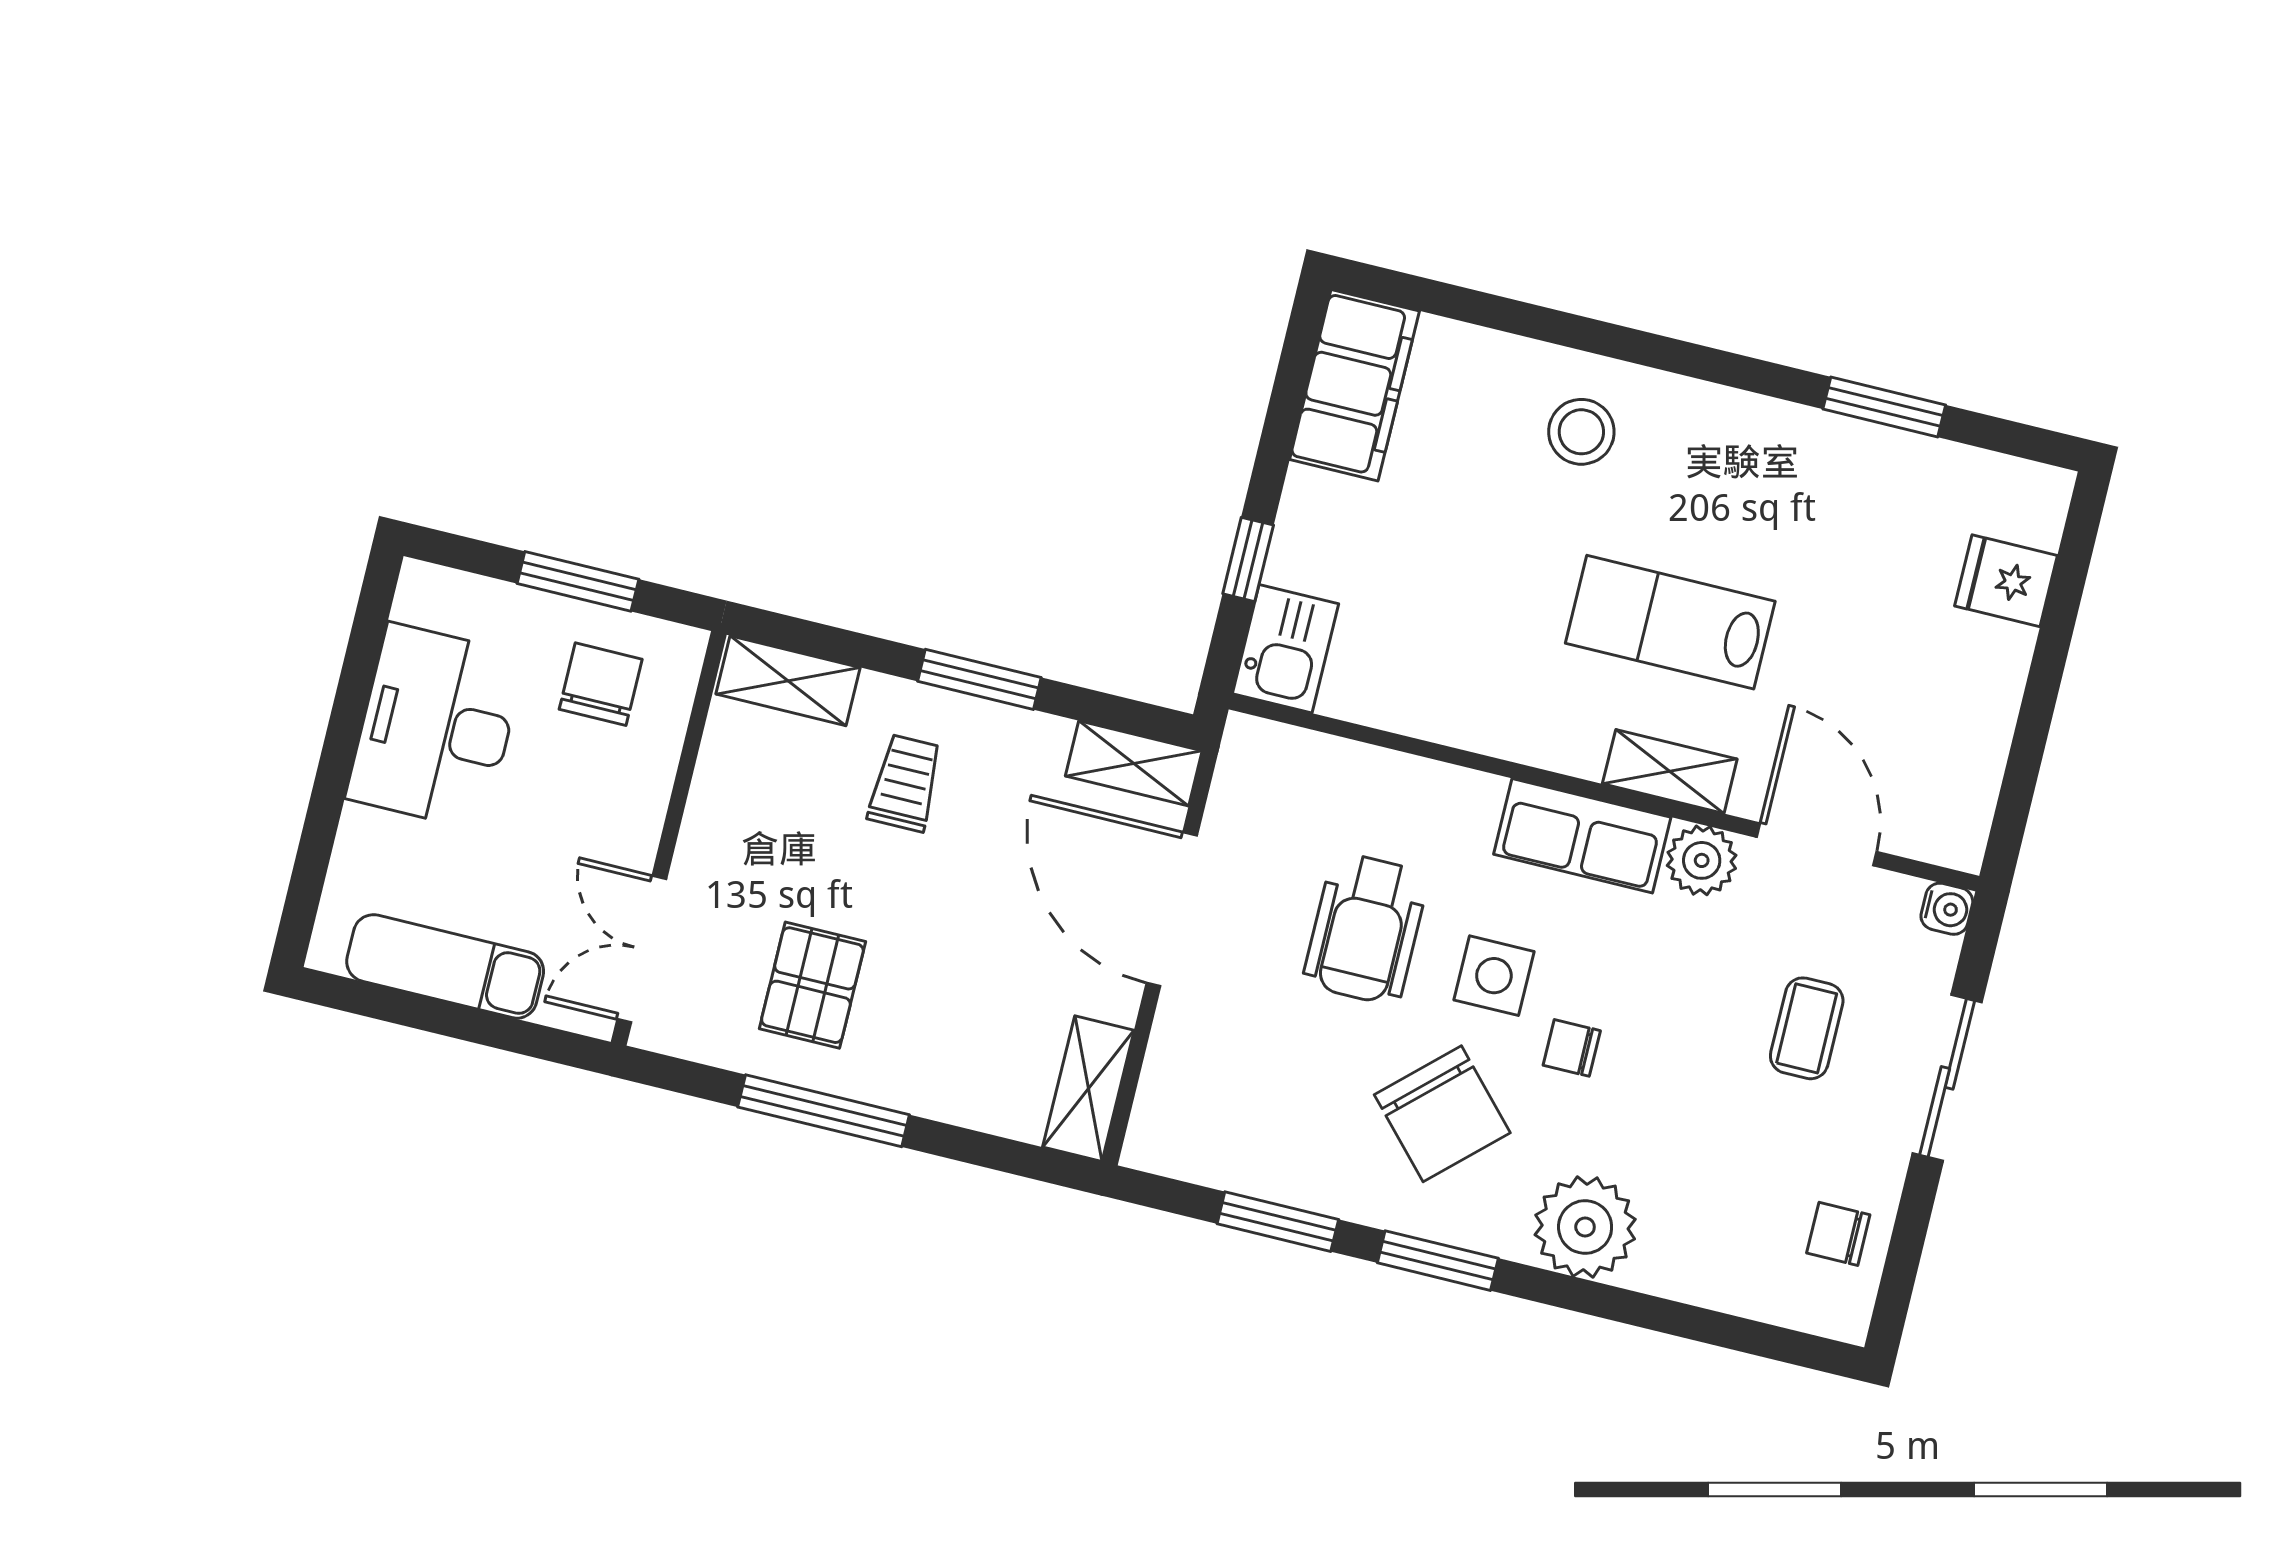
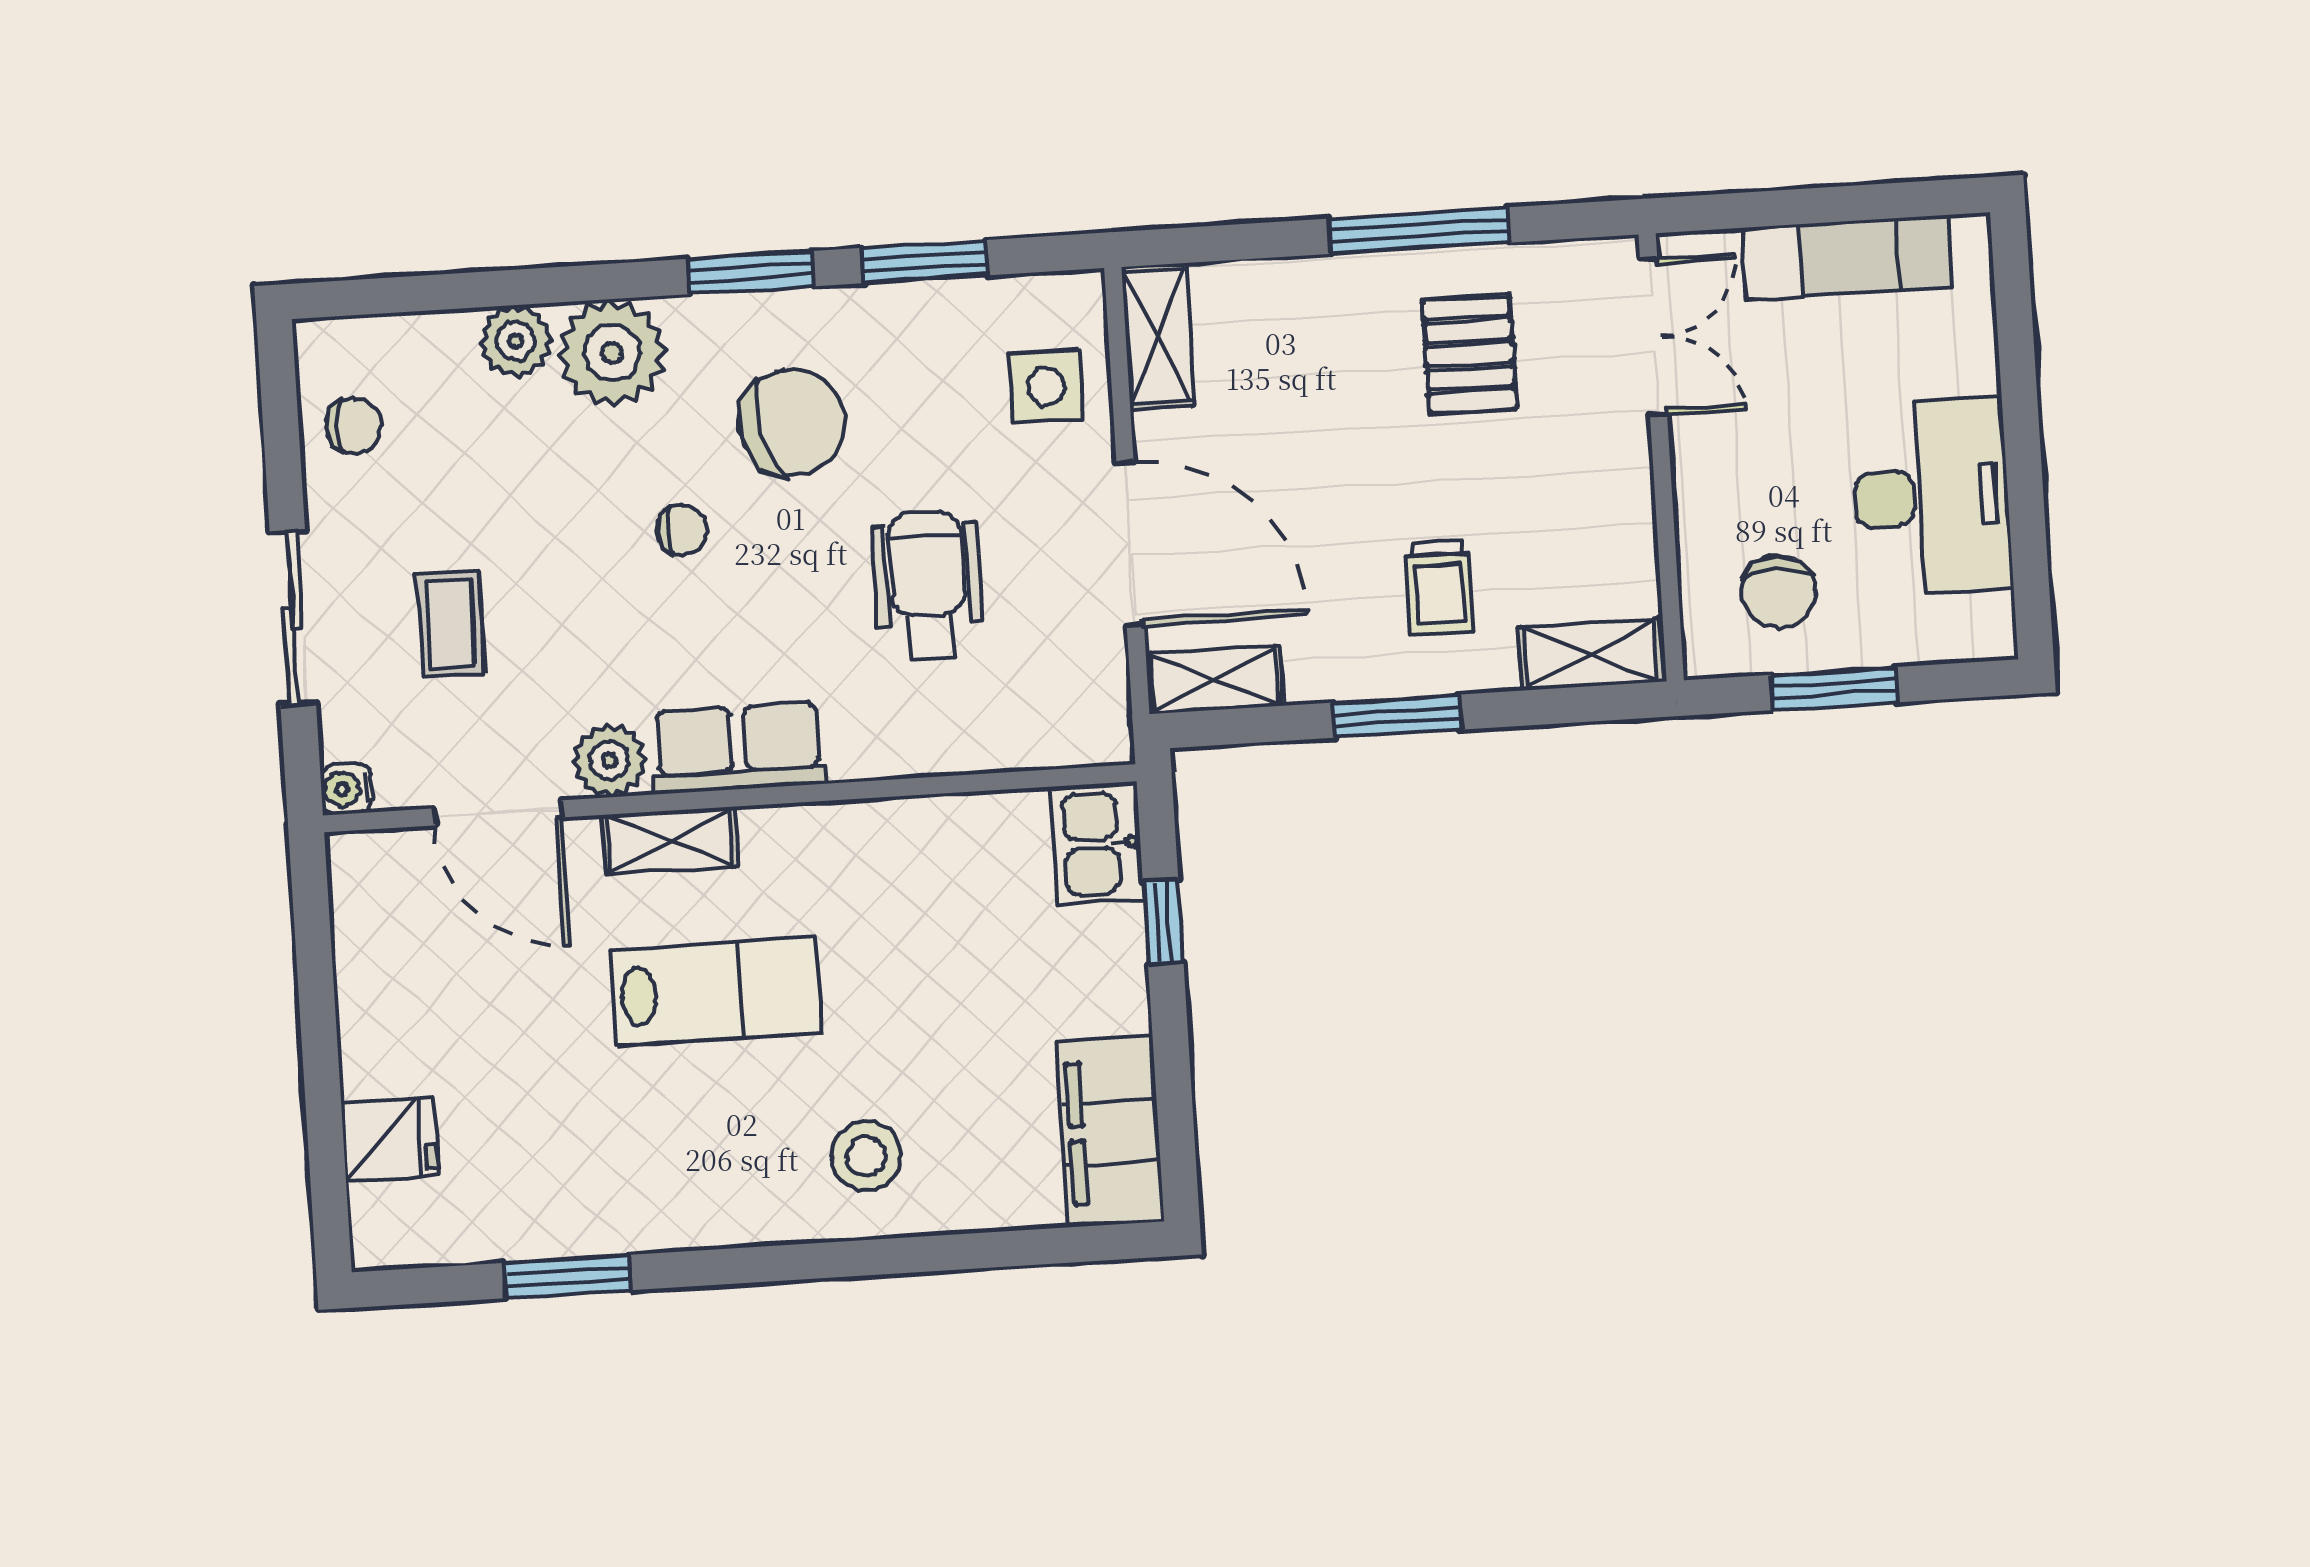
side table: (1494, 976) -> (1046, 386), moved
chair: (1442, 1114) -> (792, 422), turned 119
plant: (1669, 1265) -> (515, 341), added

